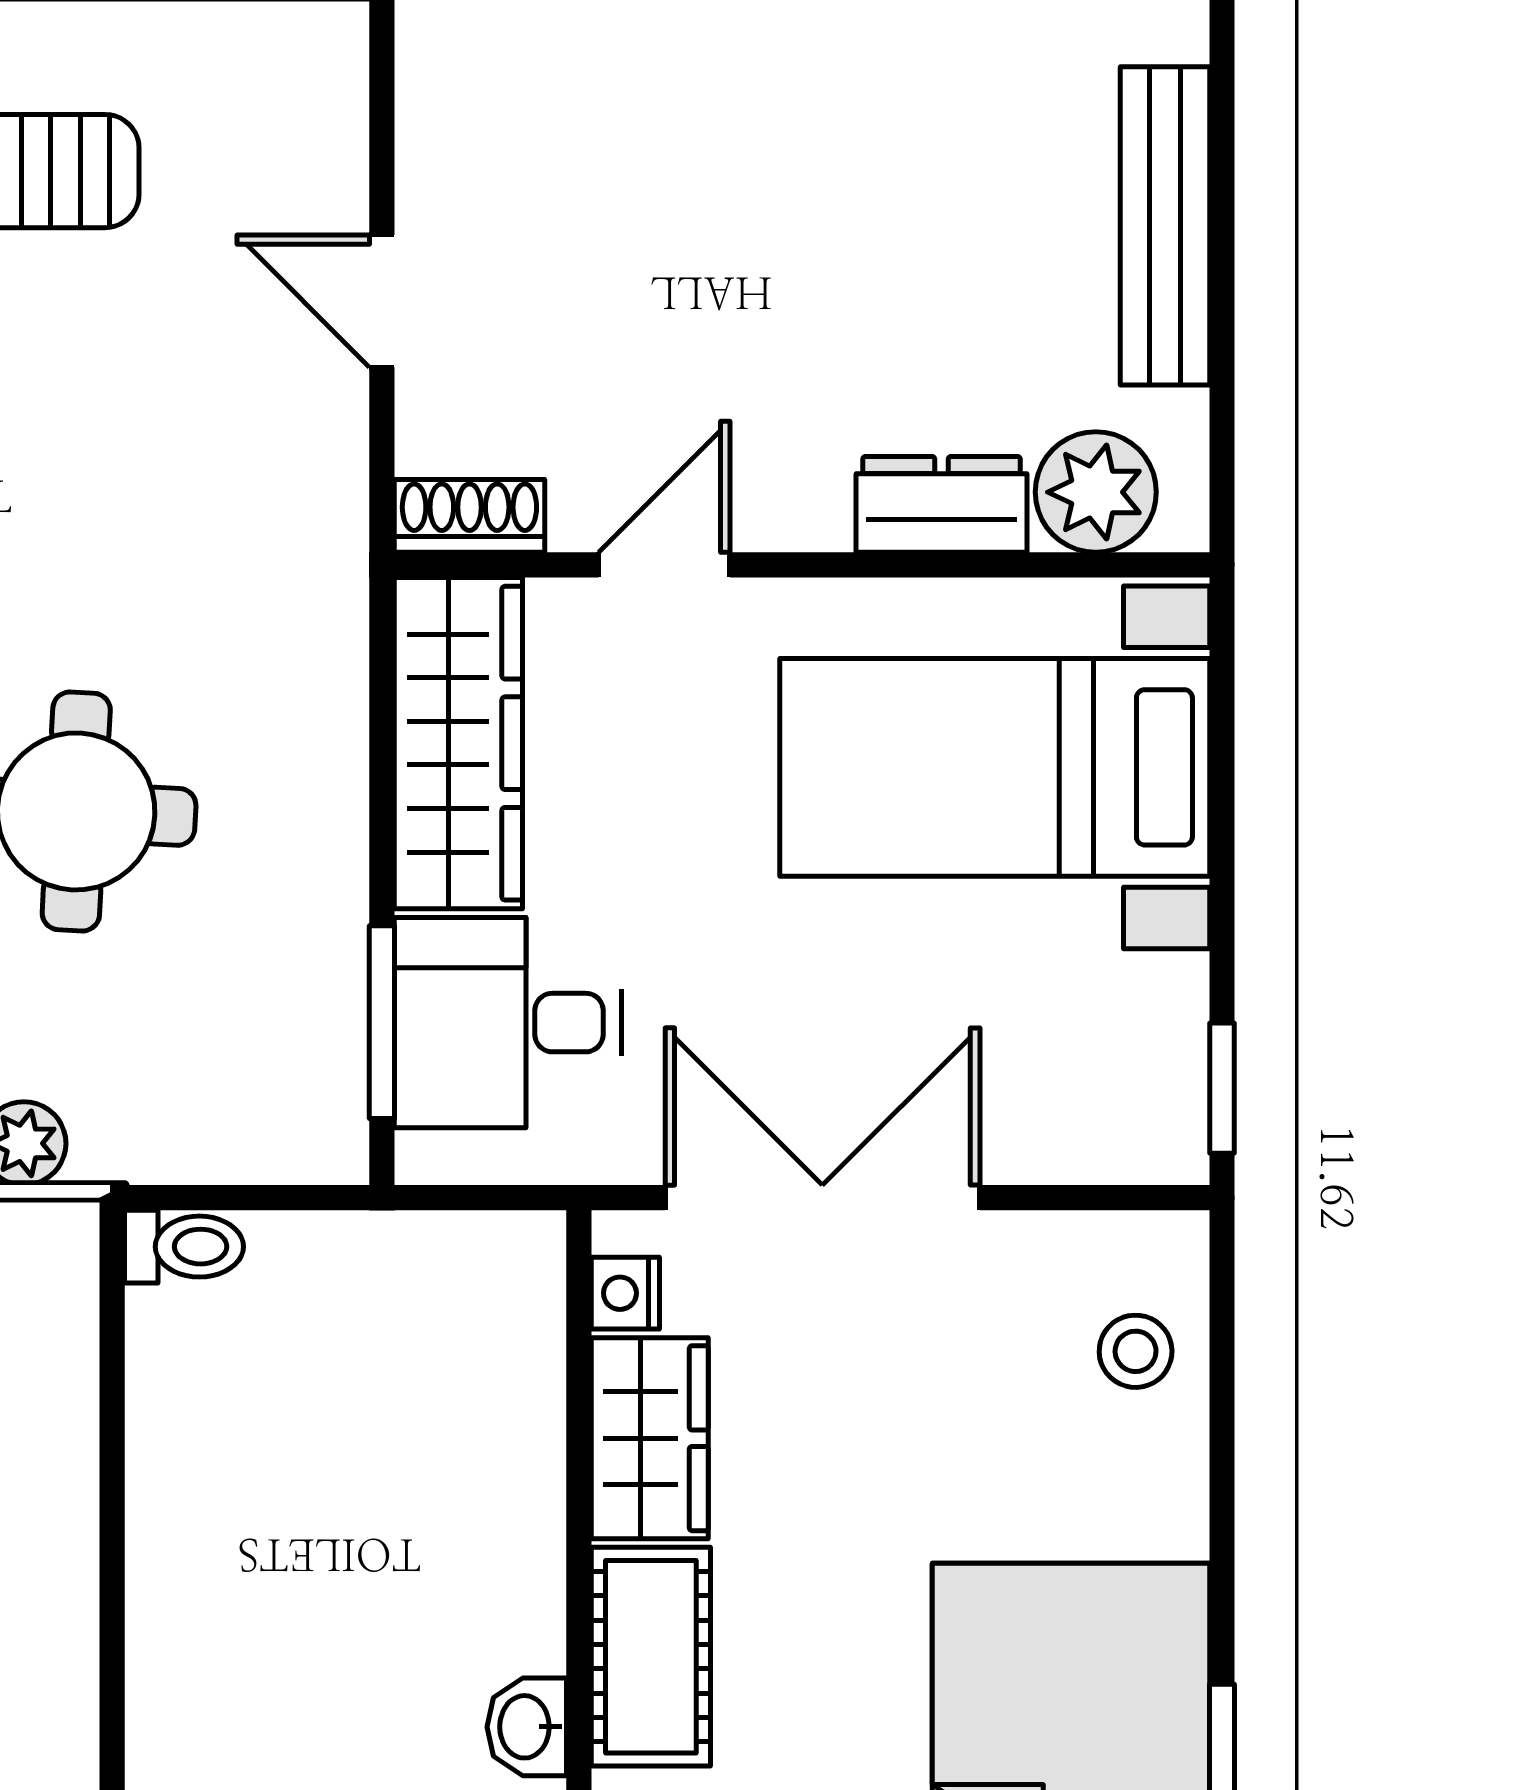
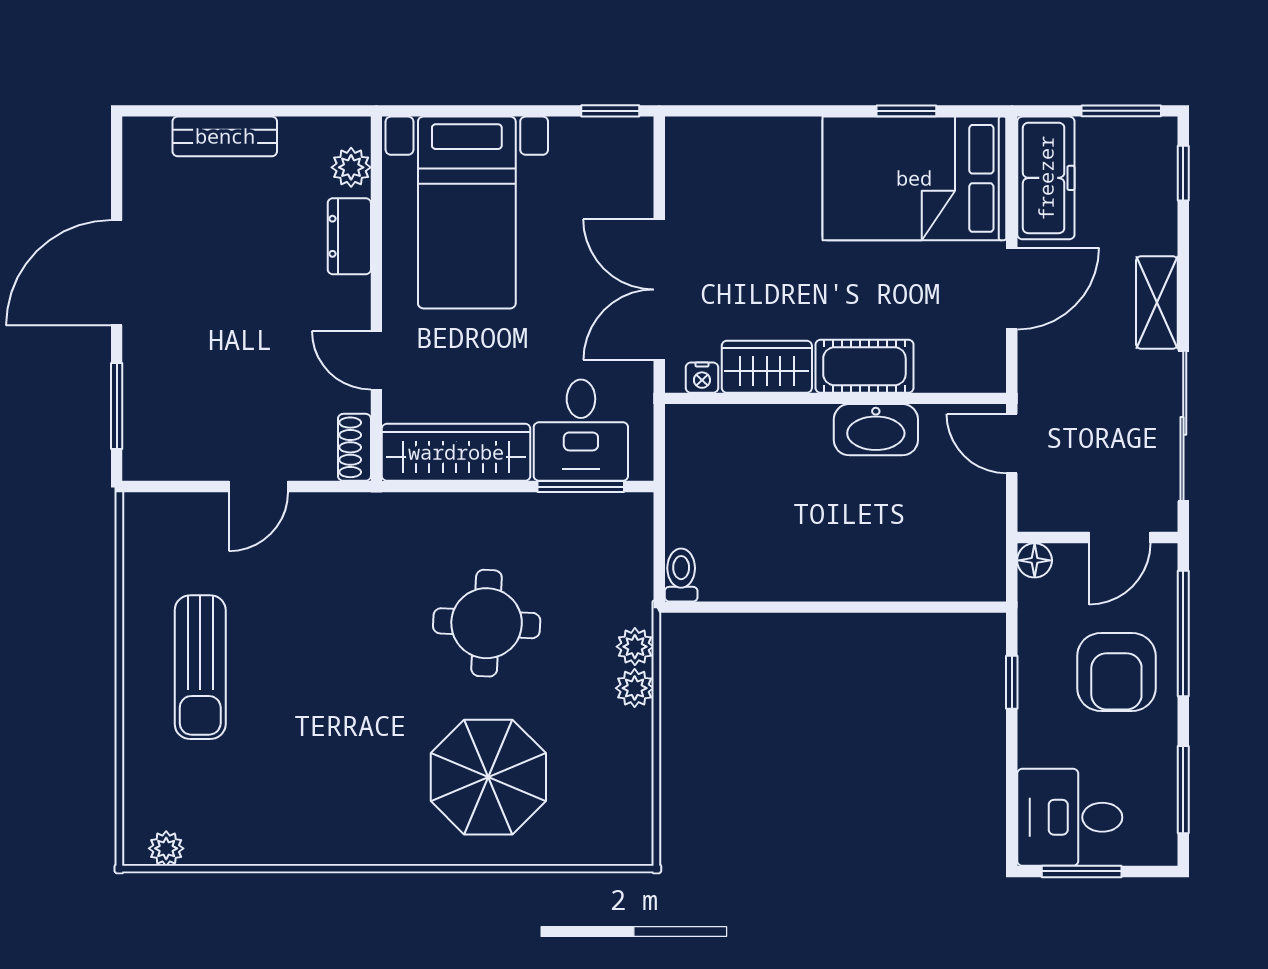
bench: (1165, 226) -> (225, 136), width x0.73
plant: (1096, 492) -> (351, 167), width x0.73, depth x0.73
stool: (1136, 1351) -> (728, 150), removed
washbasin: (527, 1727) -> (876, 430), width x1.91, depth x1.45

